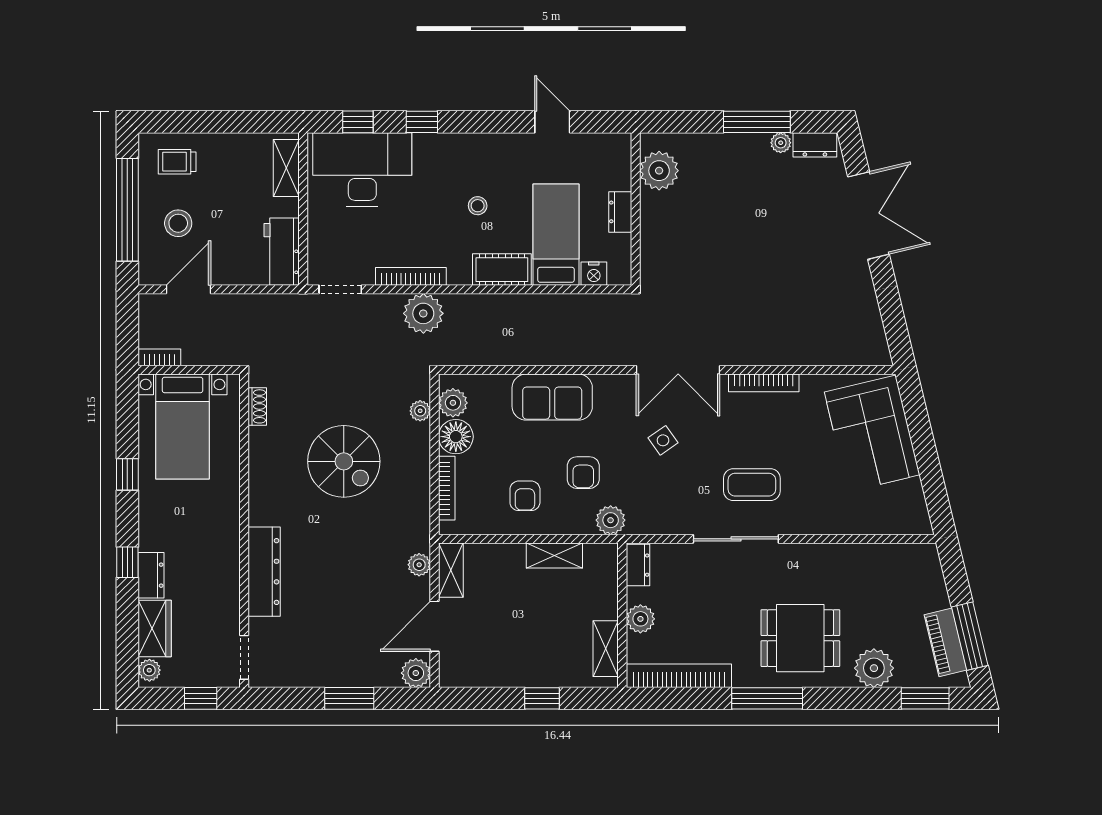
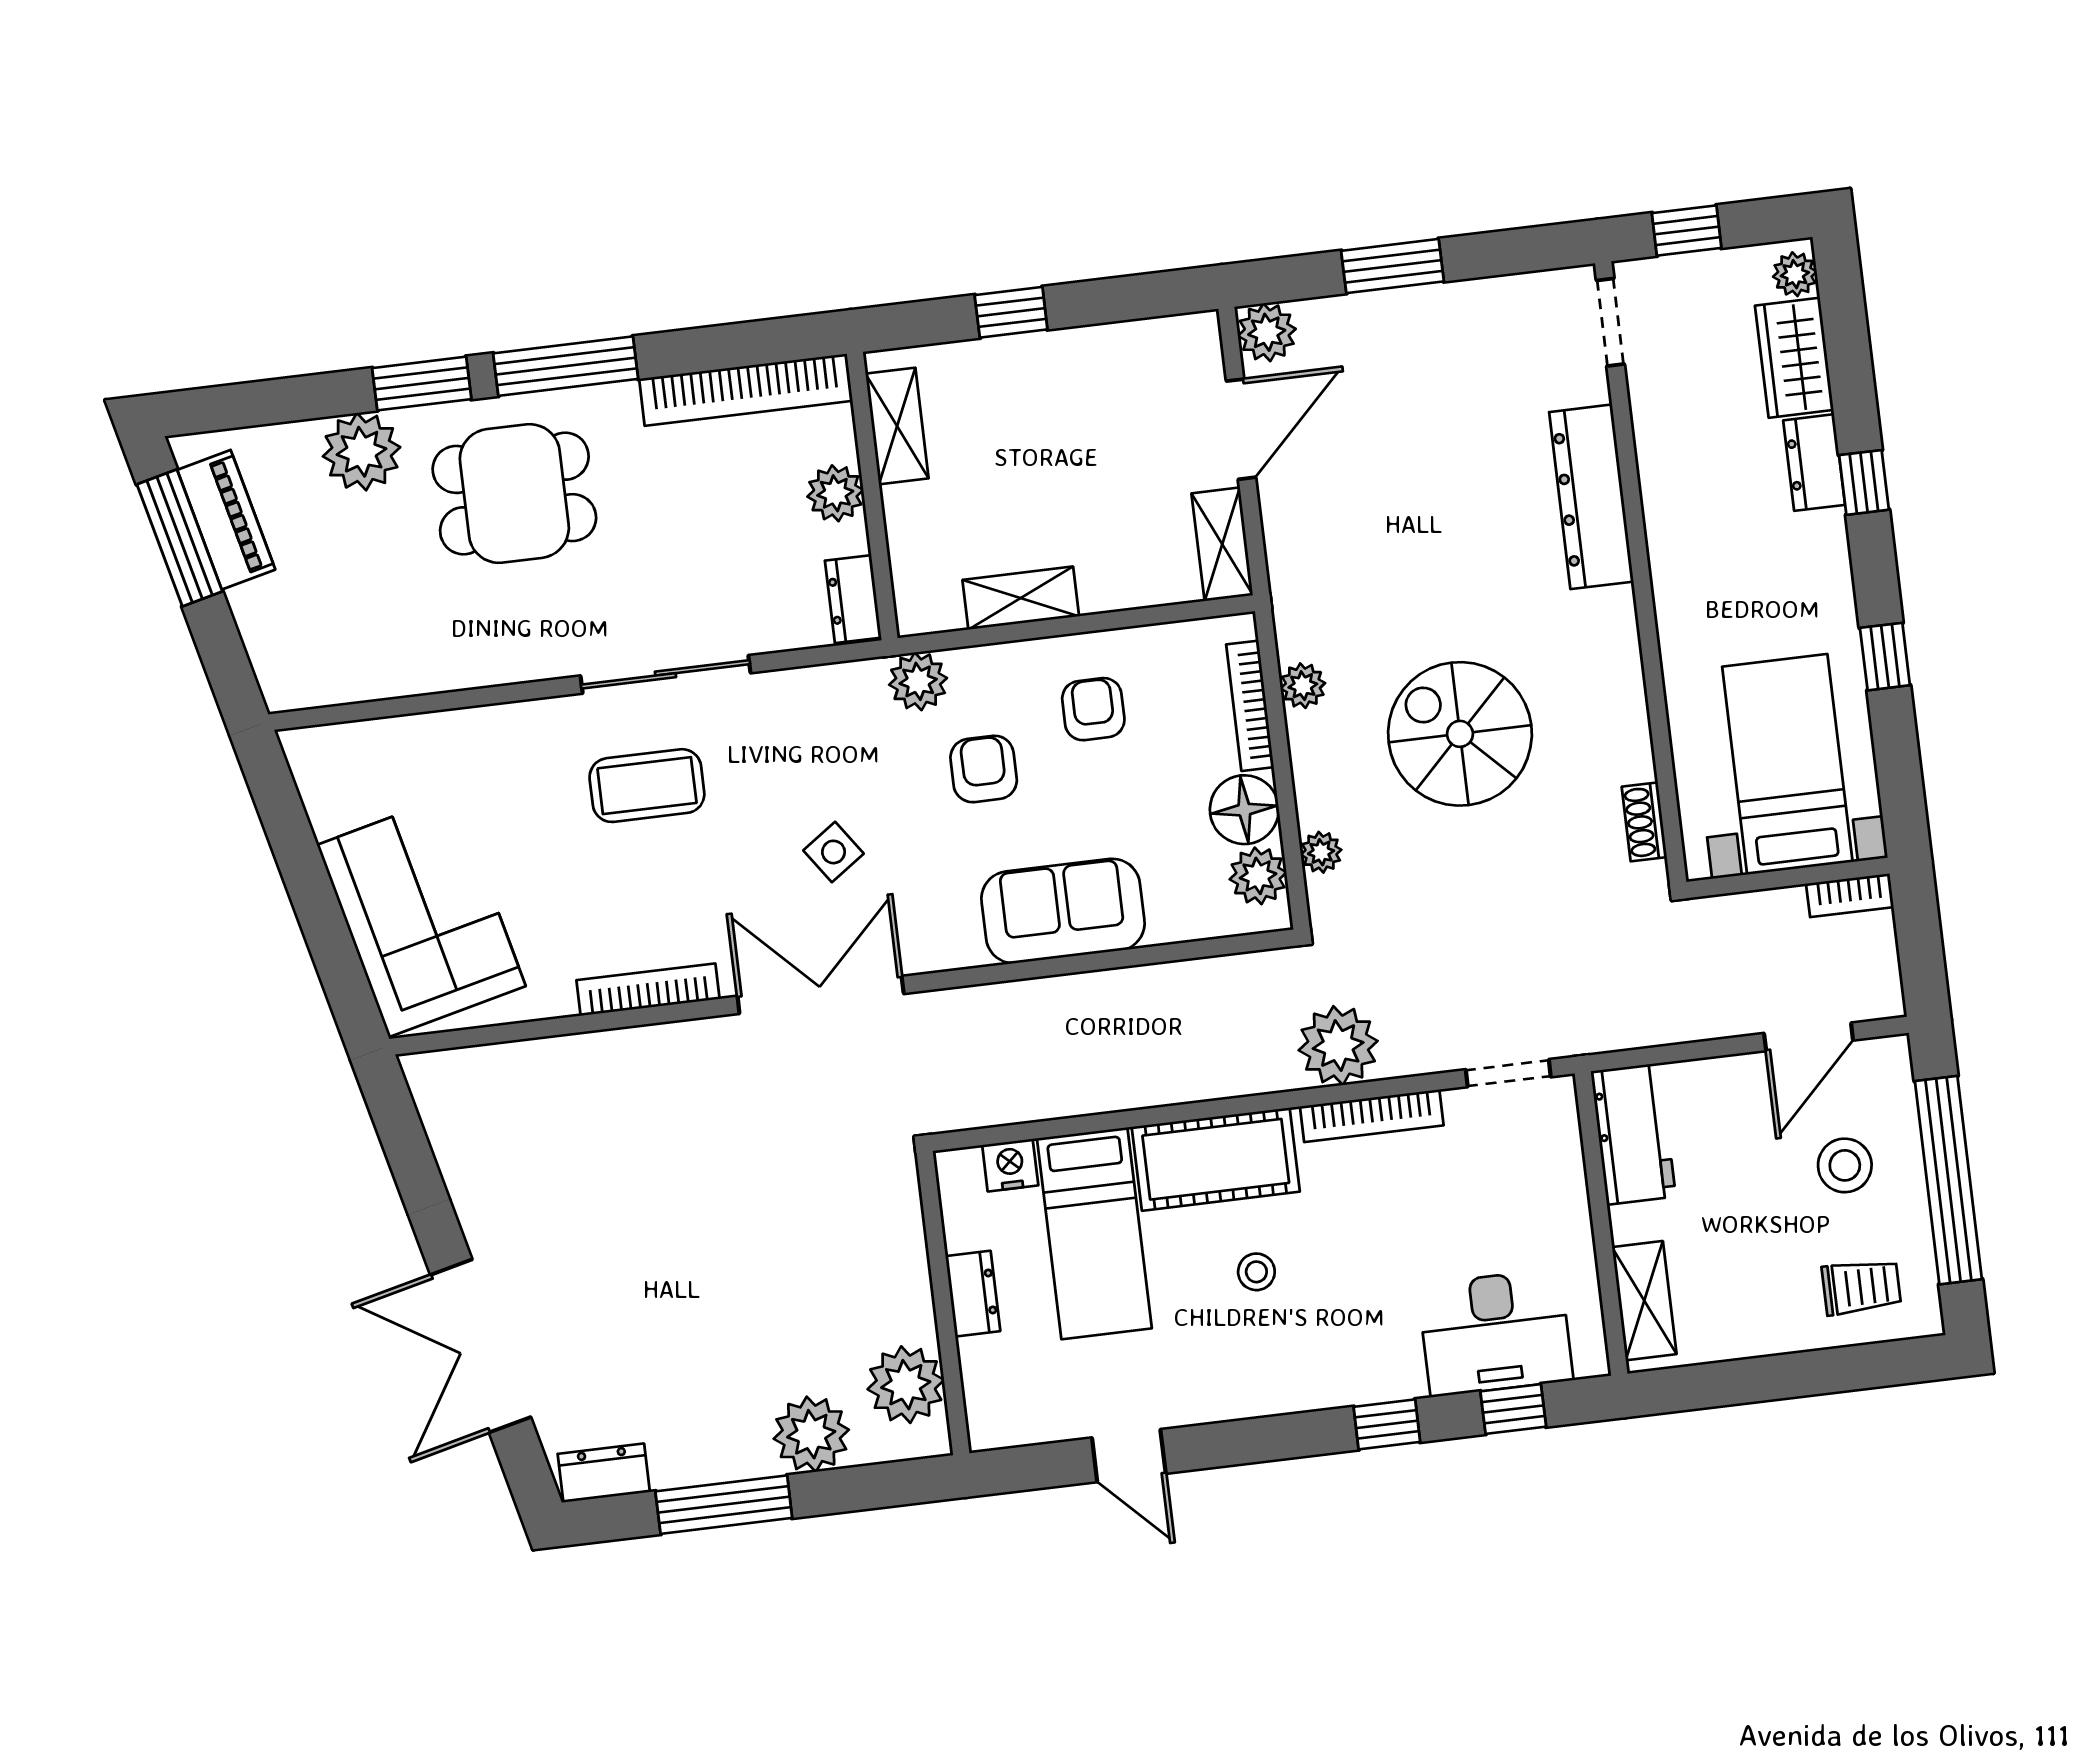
plant: (781, 143) -> (811, 1434), moved, width x1.88, depth x1.88
desk: (362, 170) -> (1495, 1333), width x0.73, depth x0.77
cot: (502, 270) -> (1216, 1159), width x1.37, depth x1.34
plant: (419, 565) -> (1303, 686), moved
window: (925, 698) -> (422, 384), moved

